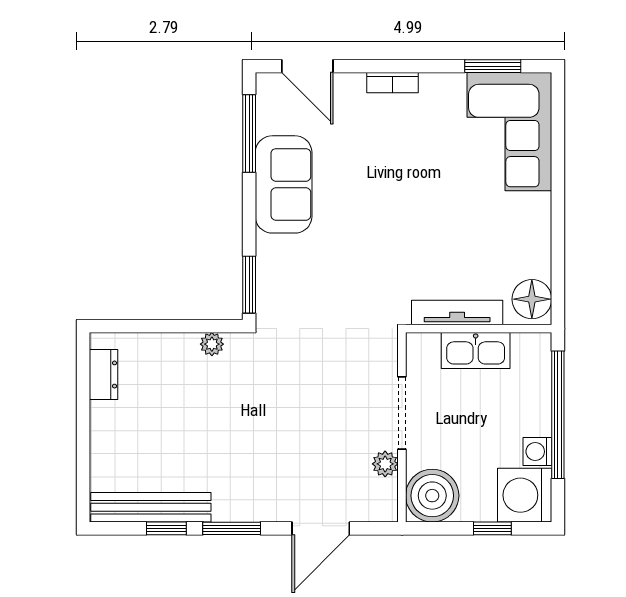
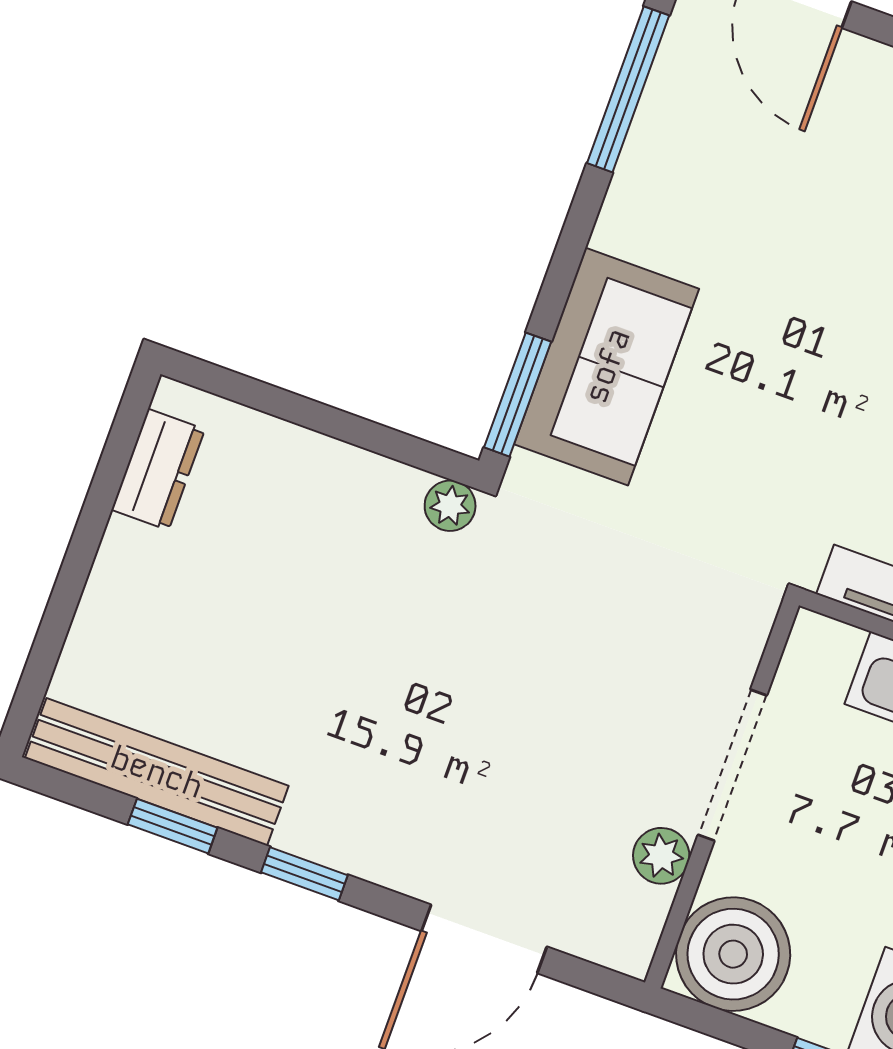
sofa: (284, 184) -> (607, 366), moved
plant: (212, 344) -> (450, 506), moved
window: (232, 528) -> (304, 874), width x0.67

